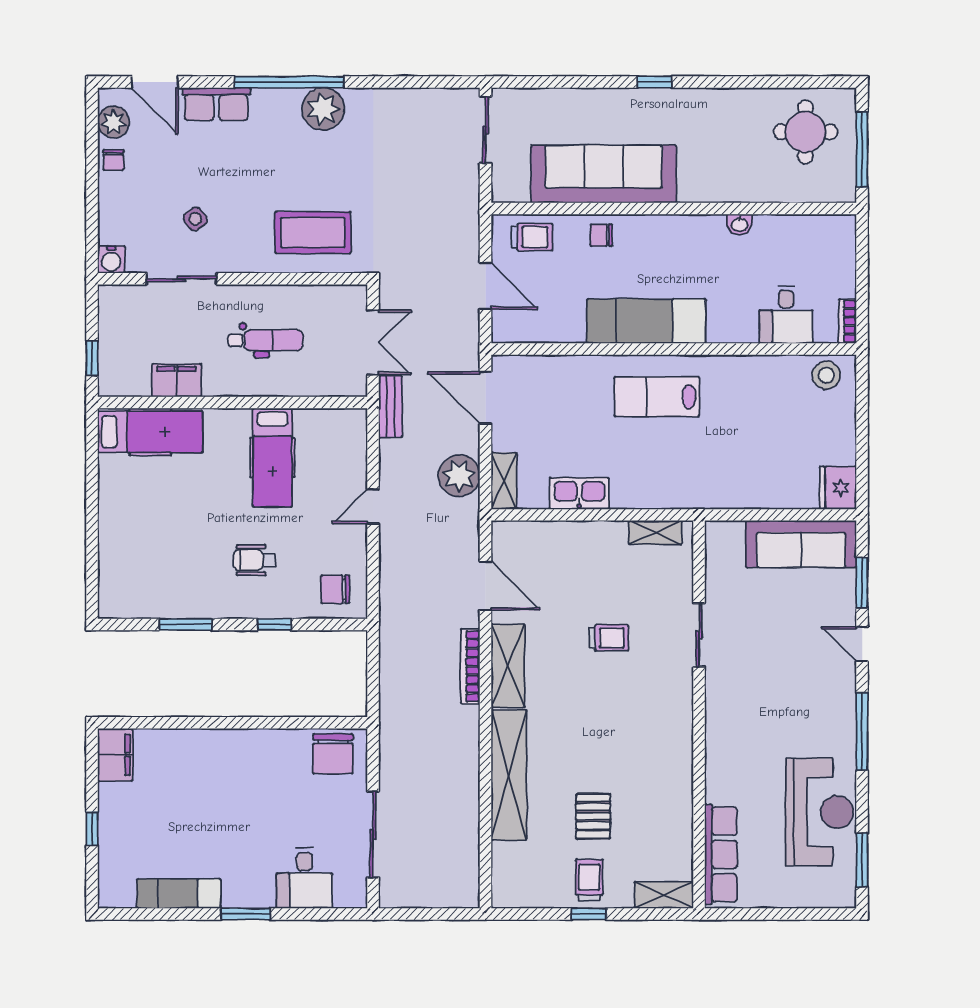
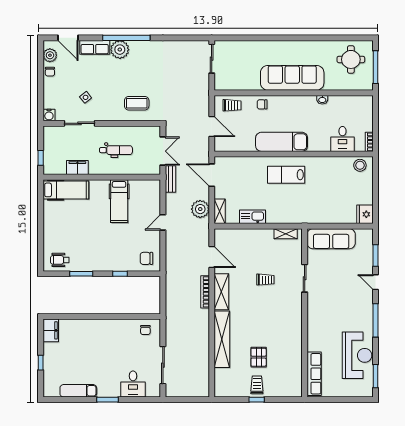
window: (655, 82) -> (285, 38), removed
plant: (323, 109) -> (120, 50), moved
sofa: (604, 174) -> (292, 78), moved
coffee table: (313, 233) -> (137, 103), width x0.73, depth x0.76
sofa: (801, 544) -> (331, 239), moved
wheelchair: (255, 560) -> (60, 260), moved
chair: (333, 754) -> (145, 330), width x0.54, depth x0.54
shelving: (664, 895) -> (289, 391), removed

